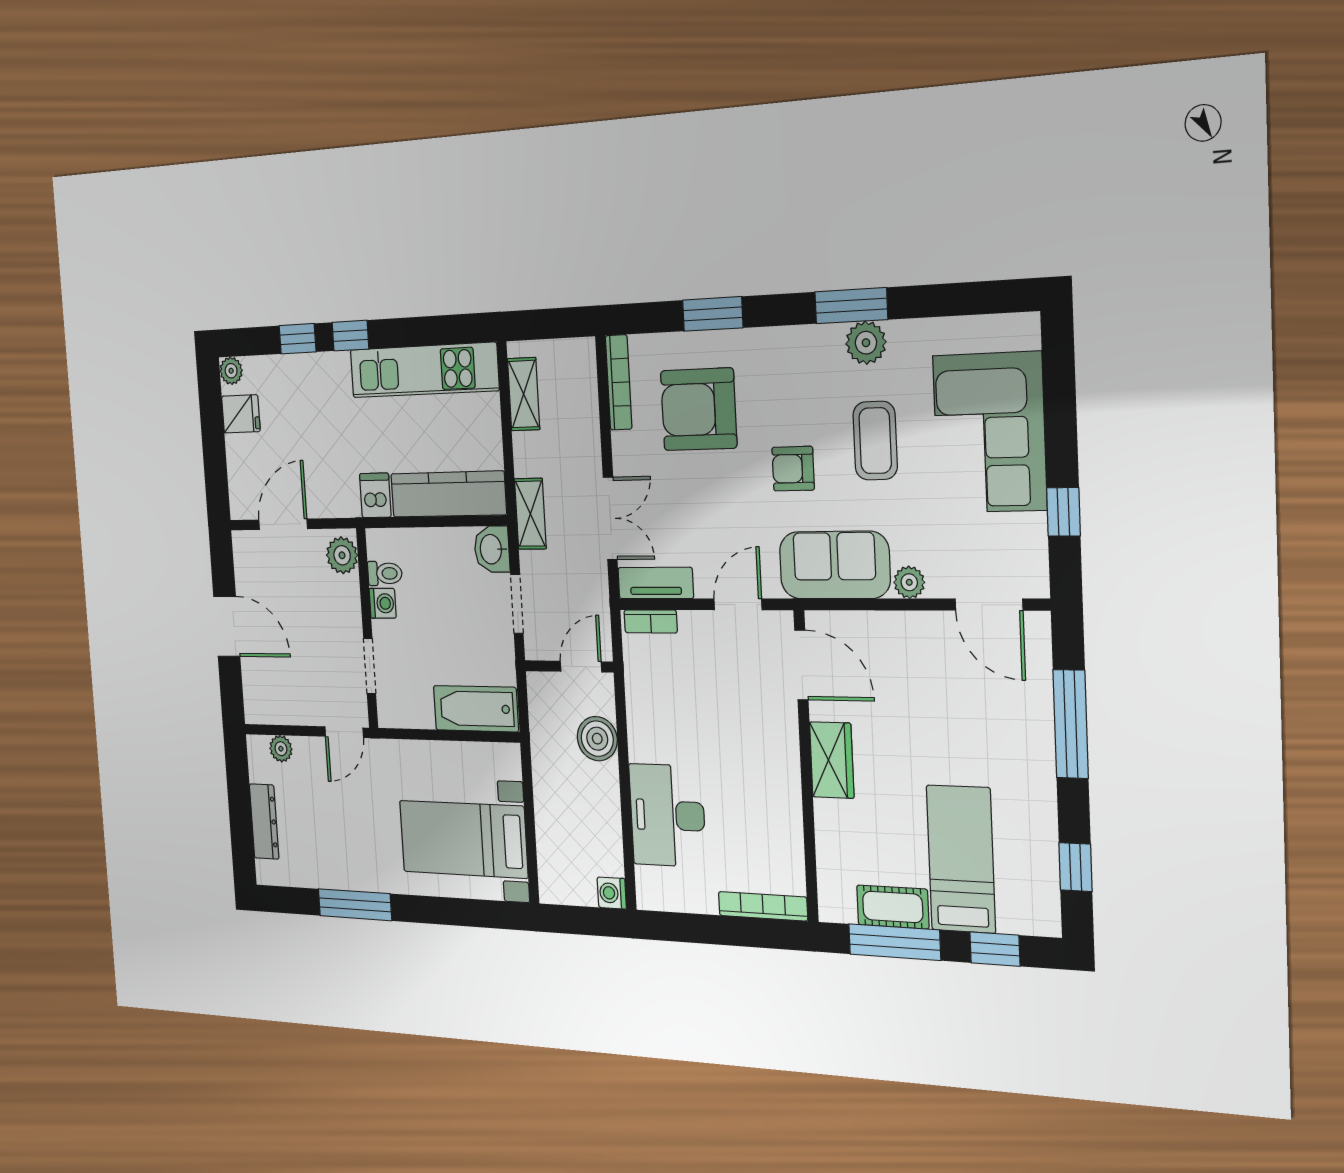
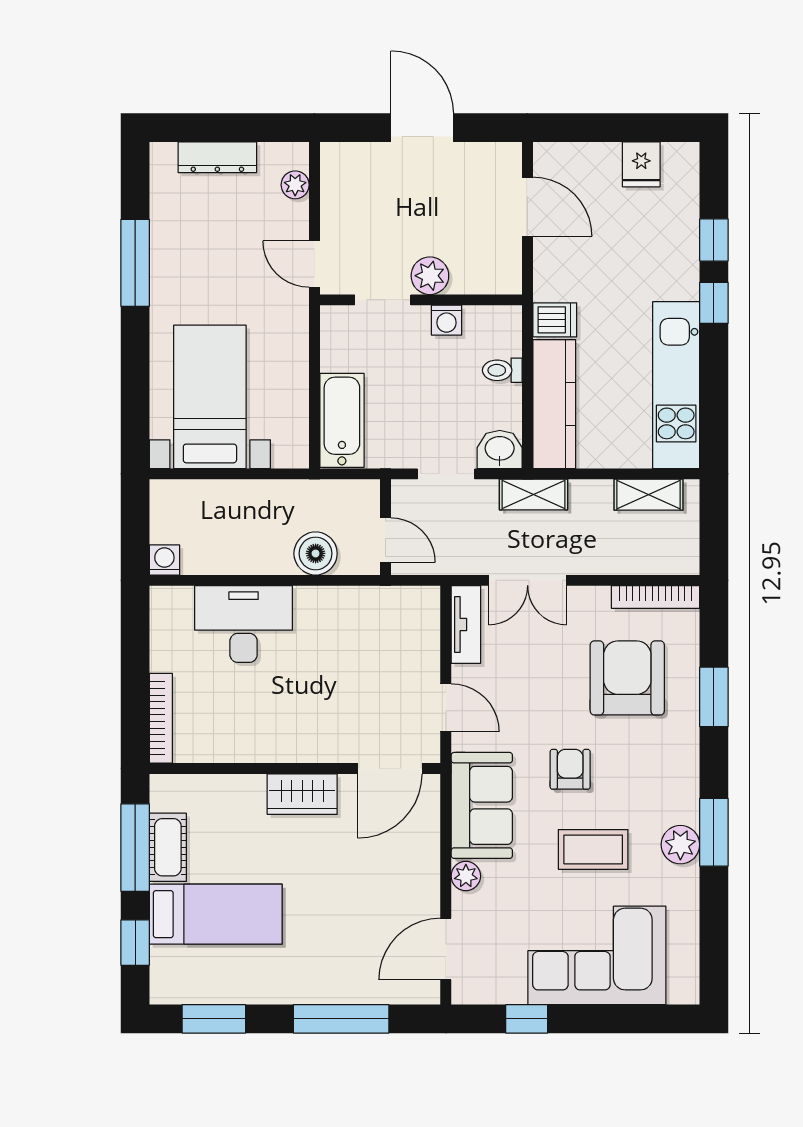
plant: (231, 371) -> (686, 156), removed
plant: (342, 555) -> (430, 276), moved
toilet: (385, 573) -> (502, 370), moved, turned 90
bookcase: (651, 621) -> (430, 617), removed
door: (227, 626) -> (422, 128), swing flipped
window: (1075, 867) -> (214, 1019), width x1.50

